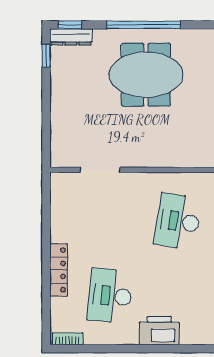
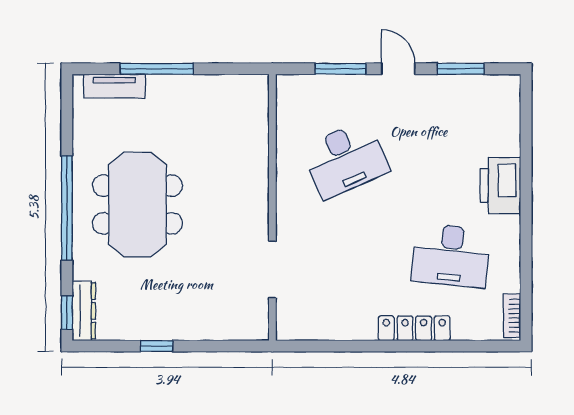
window: (46, 56) -> (157, 346), moved
desk: (178, 221) -> (345, 159), turned -33

